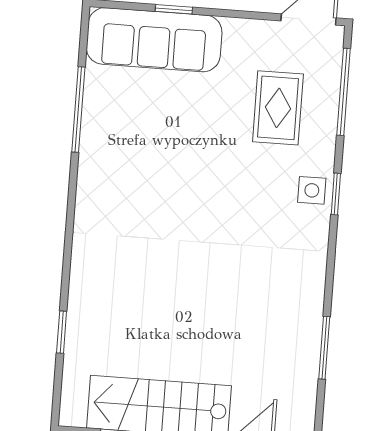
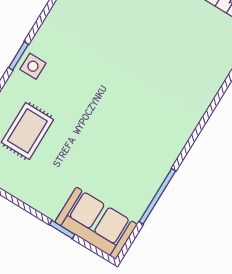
sofa: (154, 40) -> (96, 223), width x0.73

